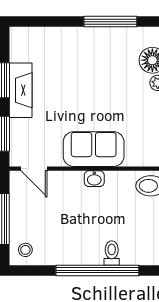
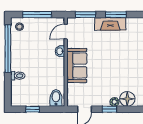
washbasin: (94, 179) -> (60, 51), moved
window: (97, 270) -> (8, 49), moved

